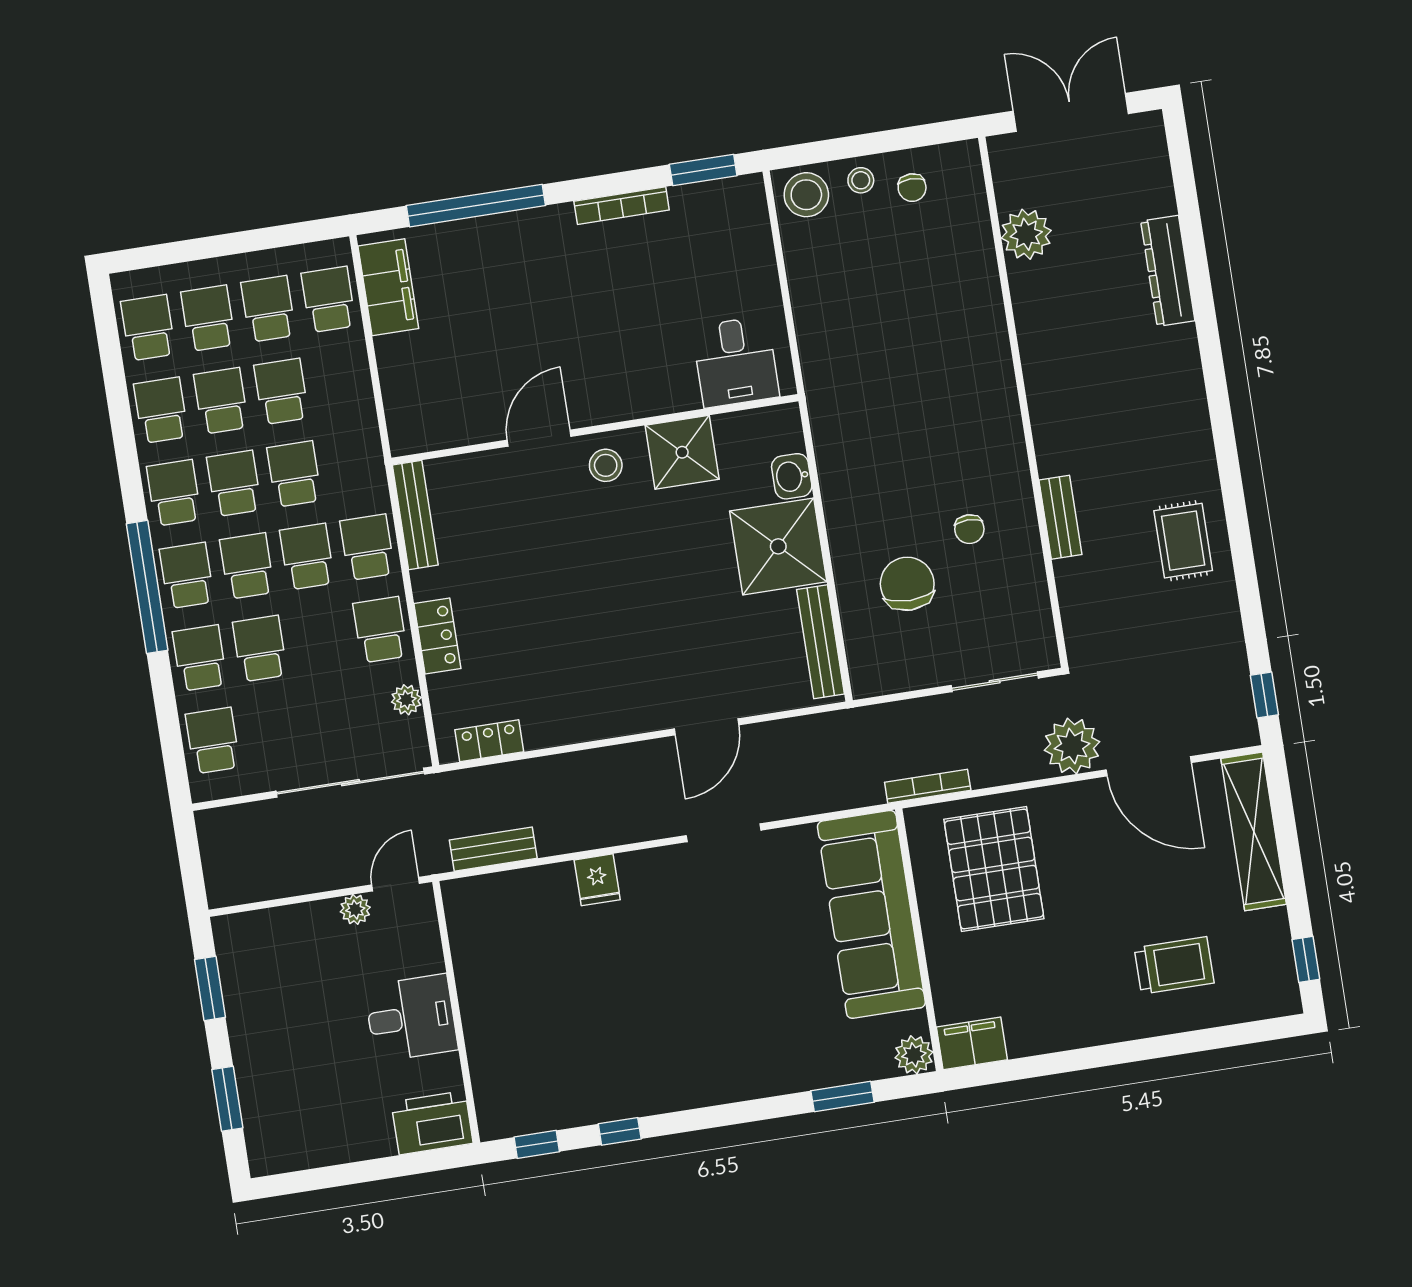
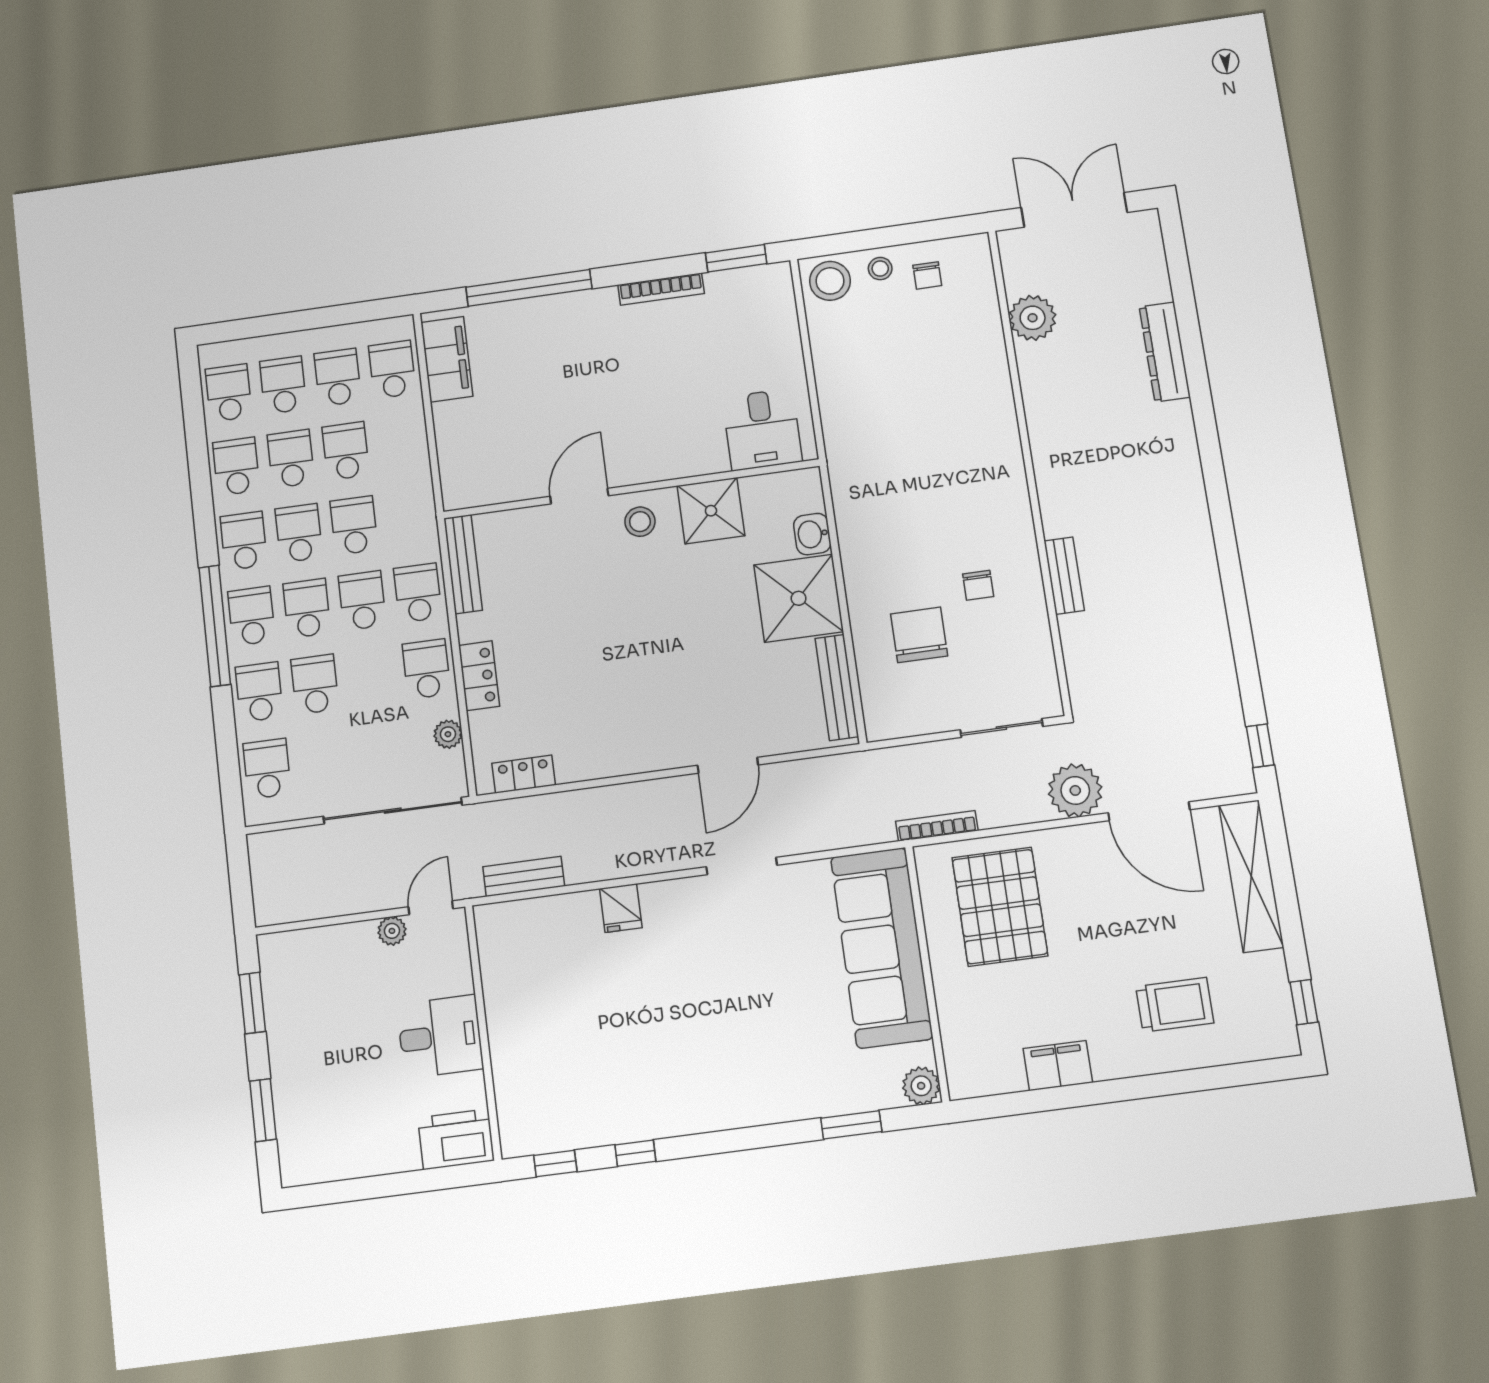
rug: (1183, 541) -> (1181, 599), removed
filing cabinet: (972, 1043) -> (1058, 1066), moved

